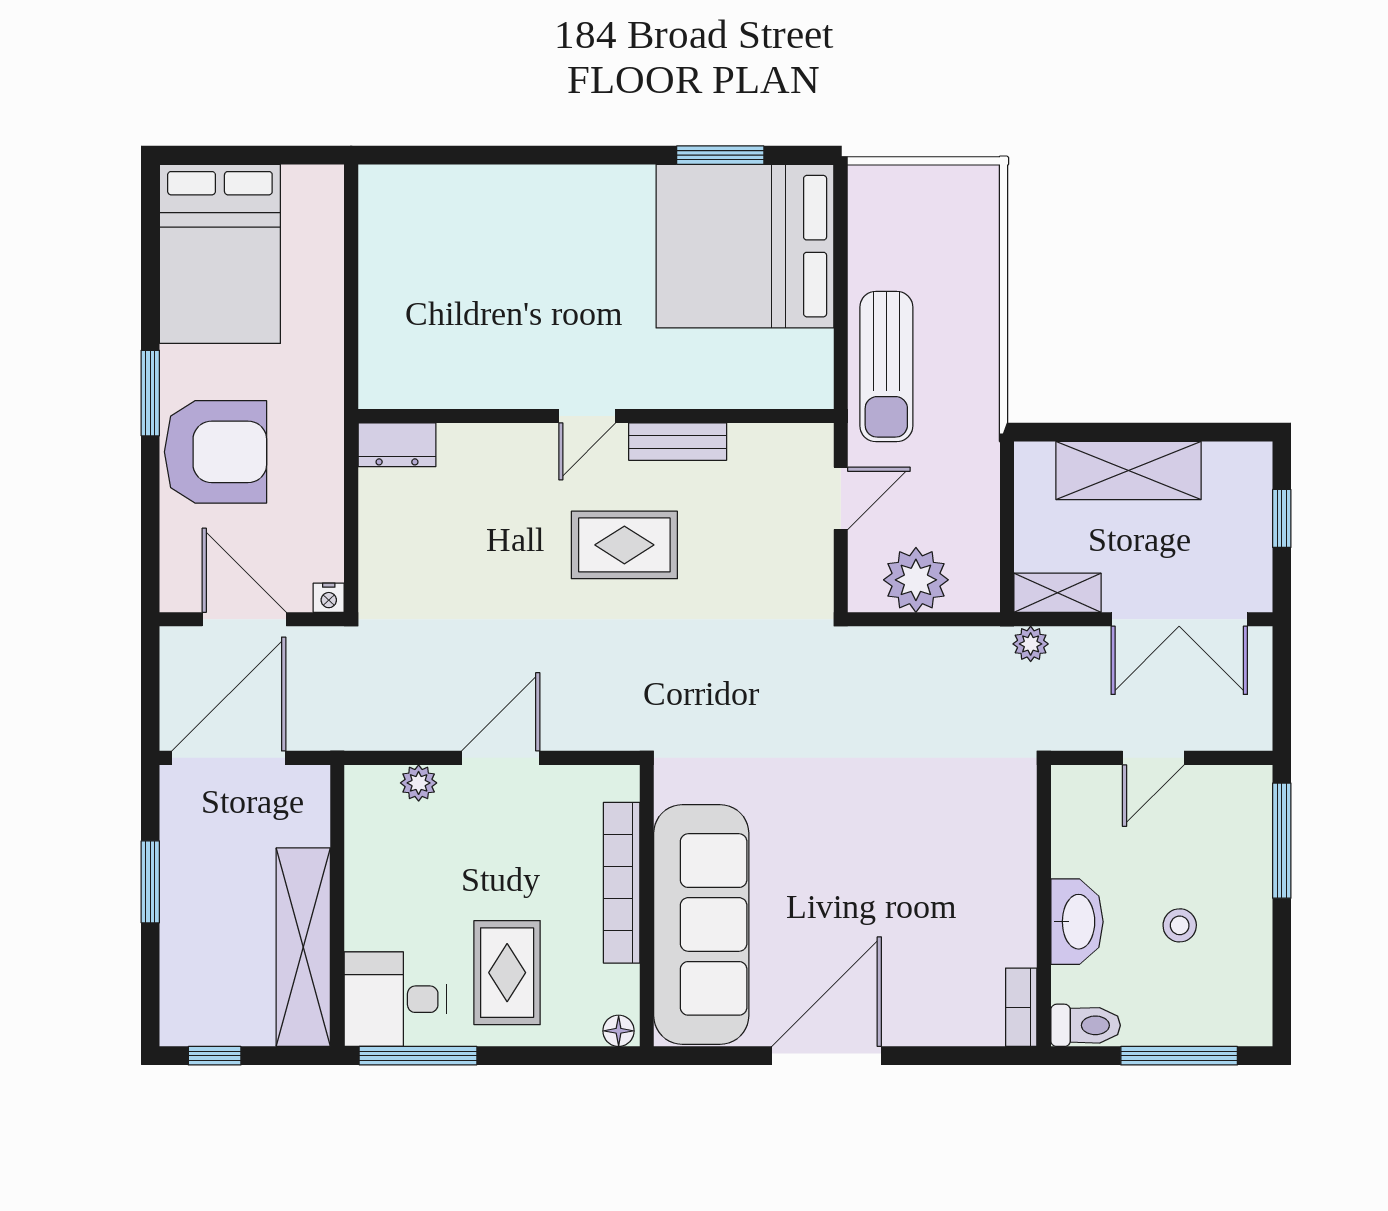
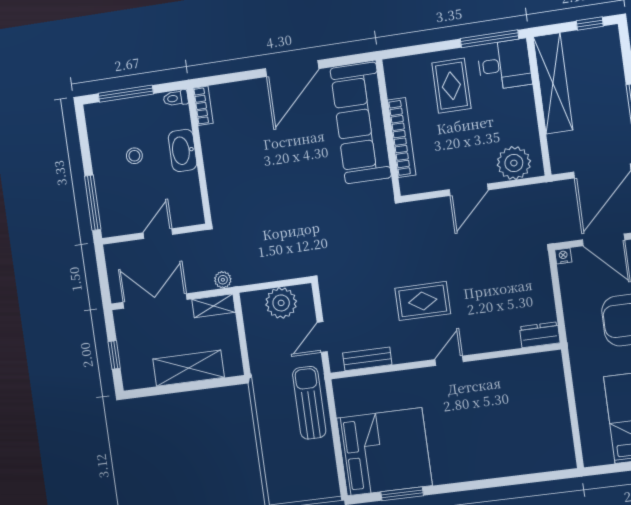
bench: (678, 442) -> (367, 359), moved
plant: (419, 783) -> (514, 163), width x1.88, depth x1.88
toilet: (1086, 1025) -> (176, 98), width x0.73, depth x0.72
floor lamp: (619, 1031) -> (394, 66), removed

